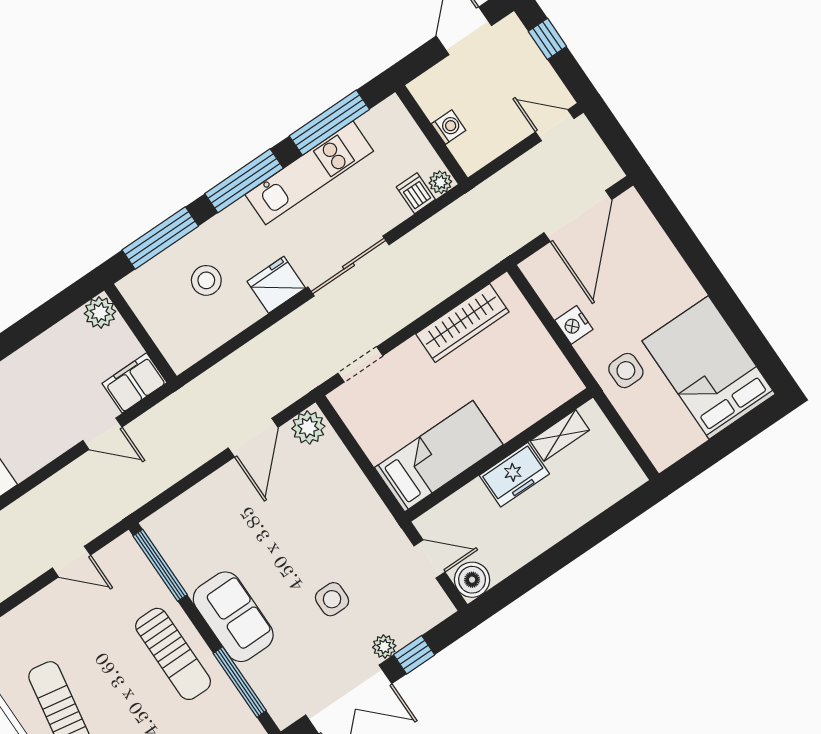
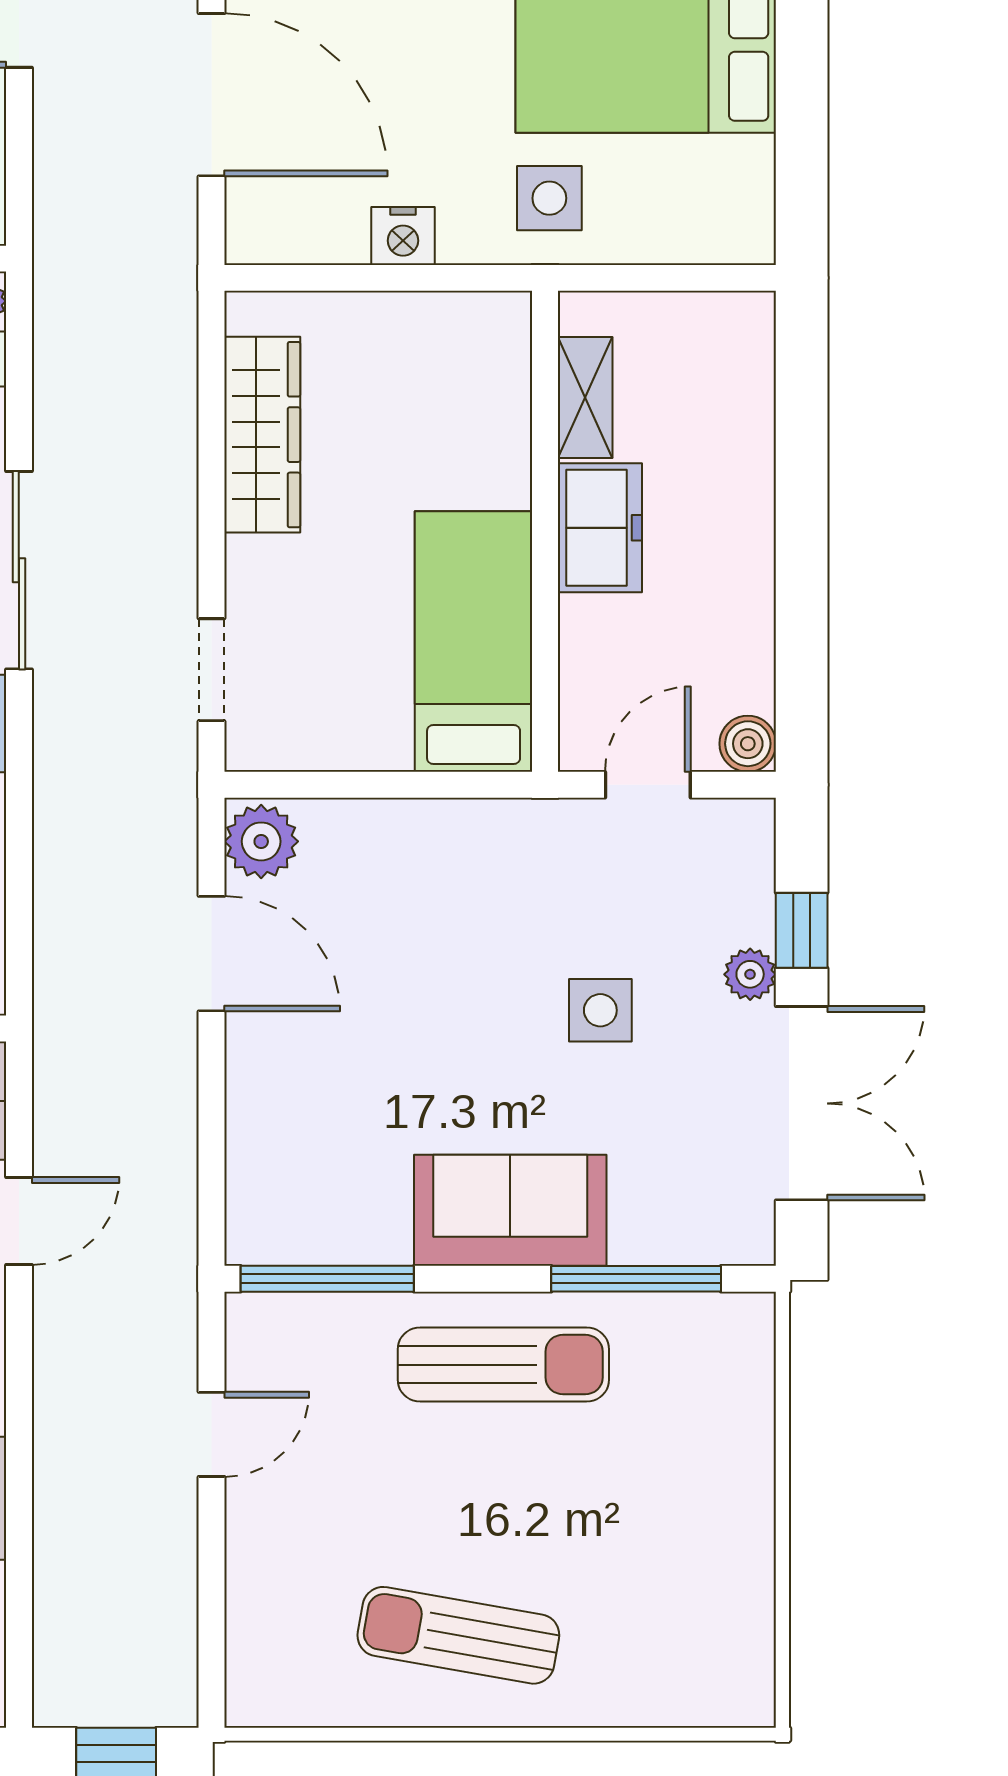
boiler: (472, 580) -> (748, 744), width x0.73, depth x0.73

